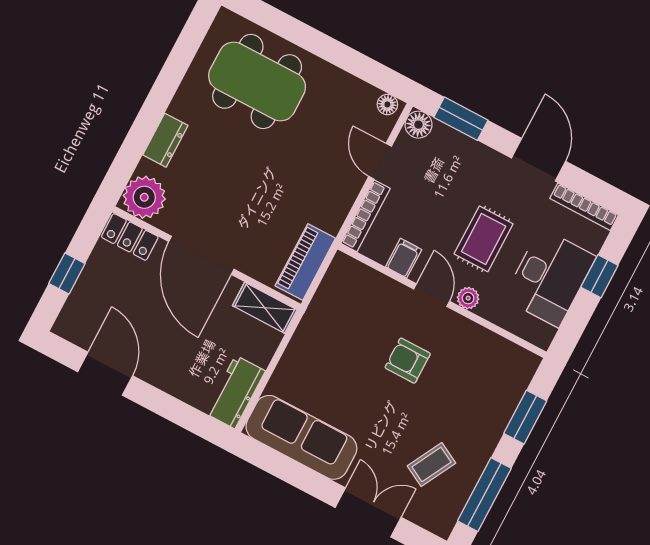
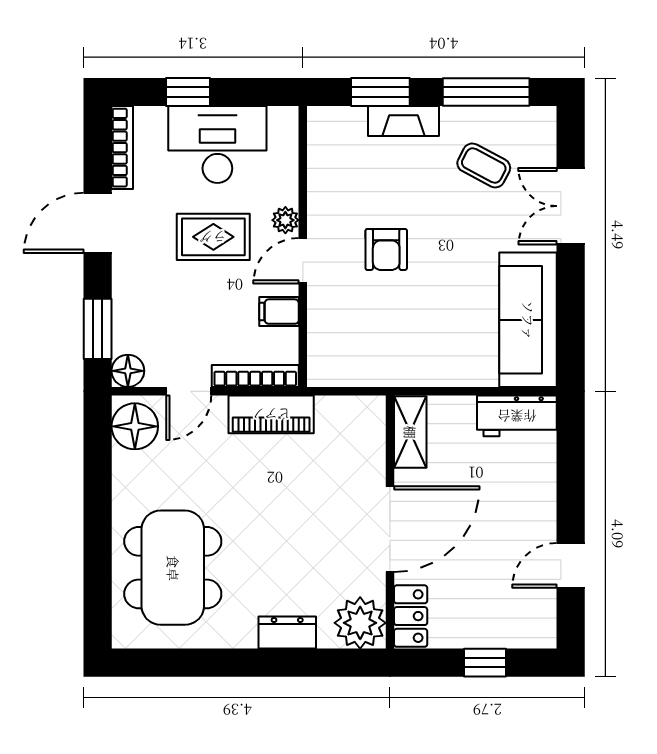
floor lamp: (387, 104) -> (135, 426), width x1.89, depth x1.89
piano: (305, 262) -> (271, 414), moved
door: (105, 374) -> (571, 565), width x0.73
fireplace: (495, 423) -> (404, 121), added

